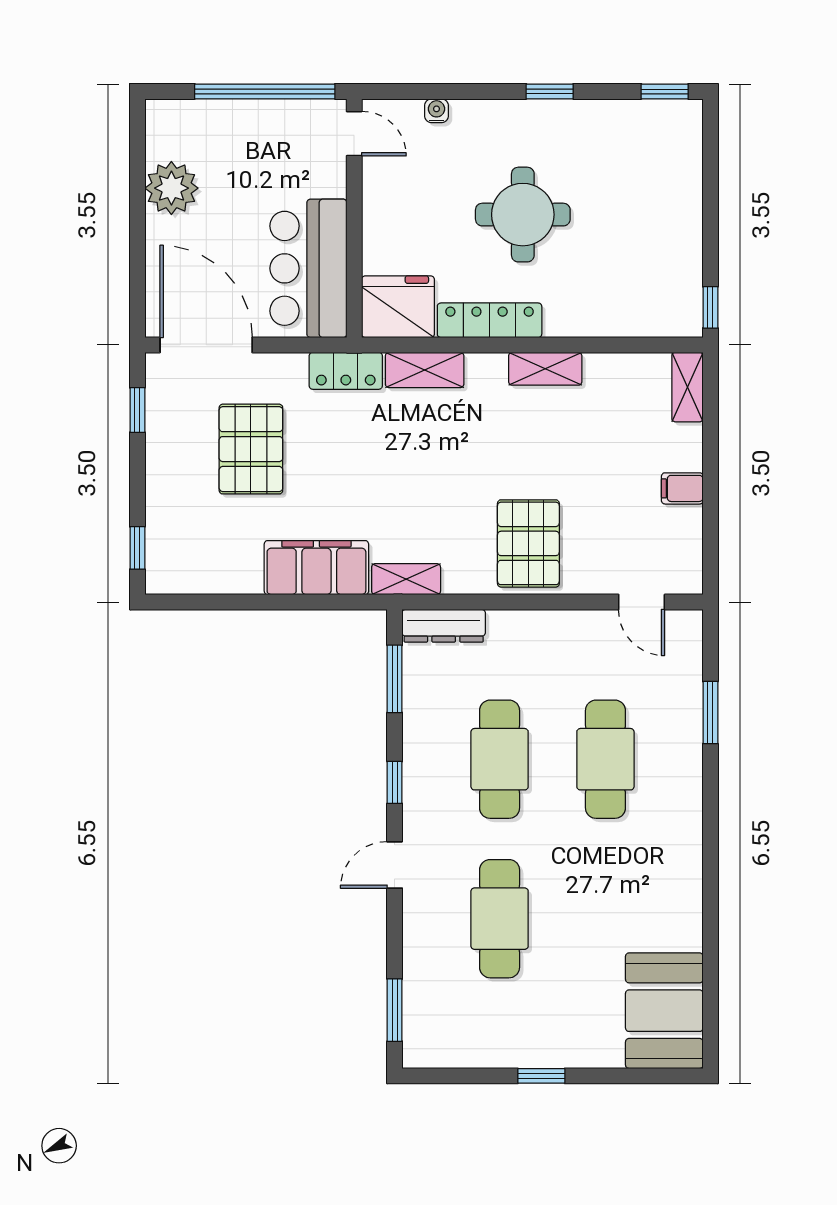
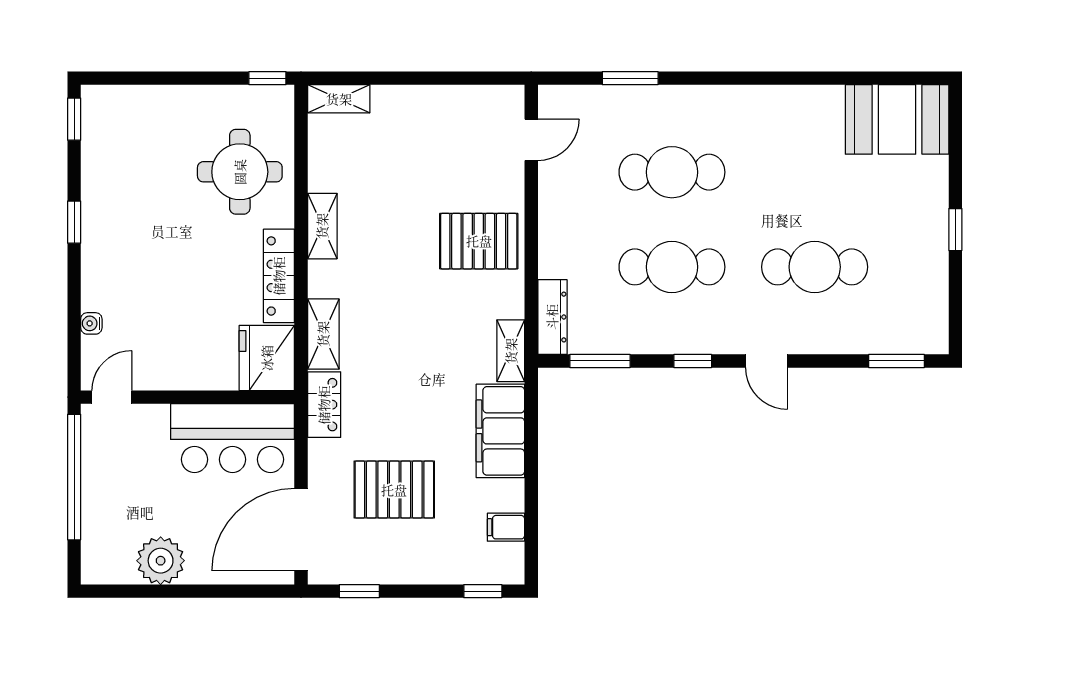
round table: (523, 215) -> (240, 172), moved
filing cabinet: (682, 488) -> (506, 527), moved, turned 90

